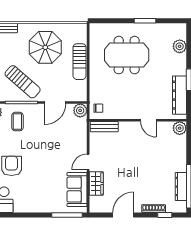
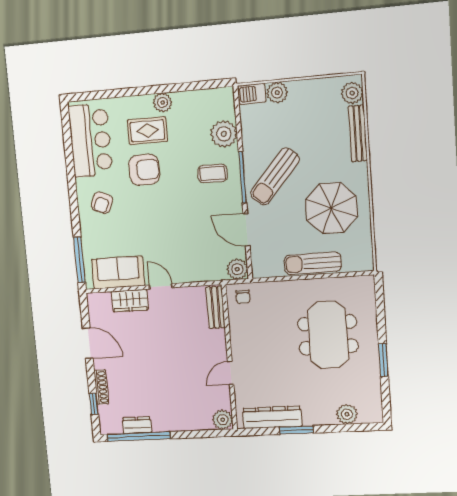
dresser: (181, 187) -> (137, 425), width x0.70
armchair: (31, 196) -> (102, 203), added

